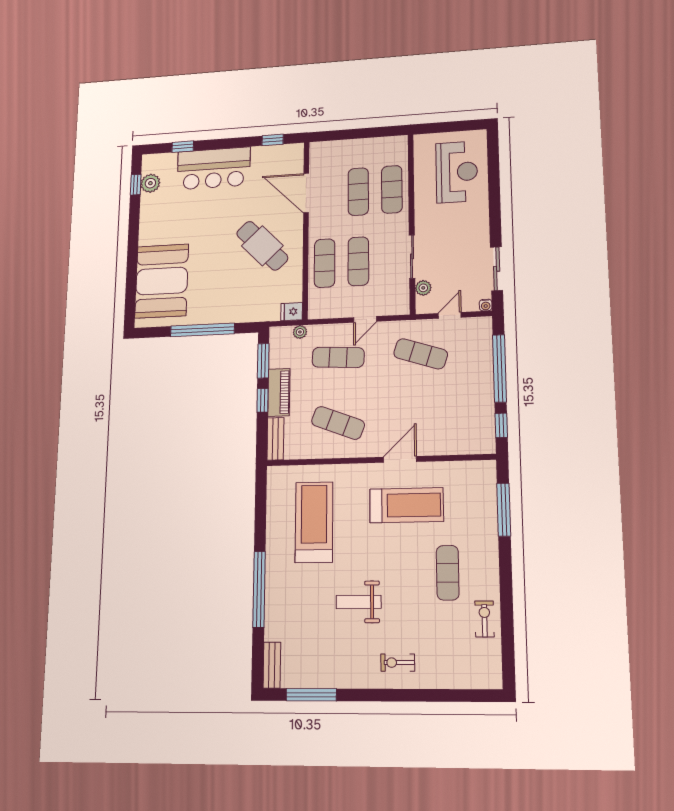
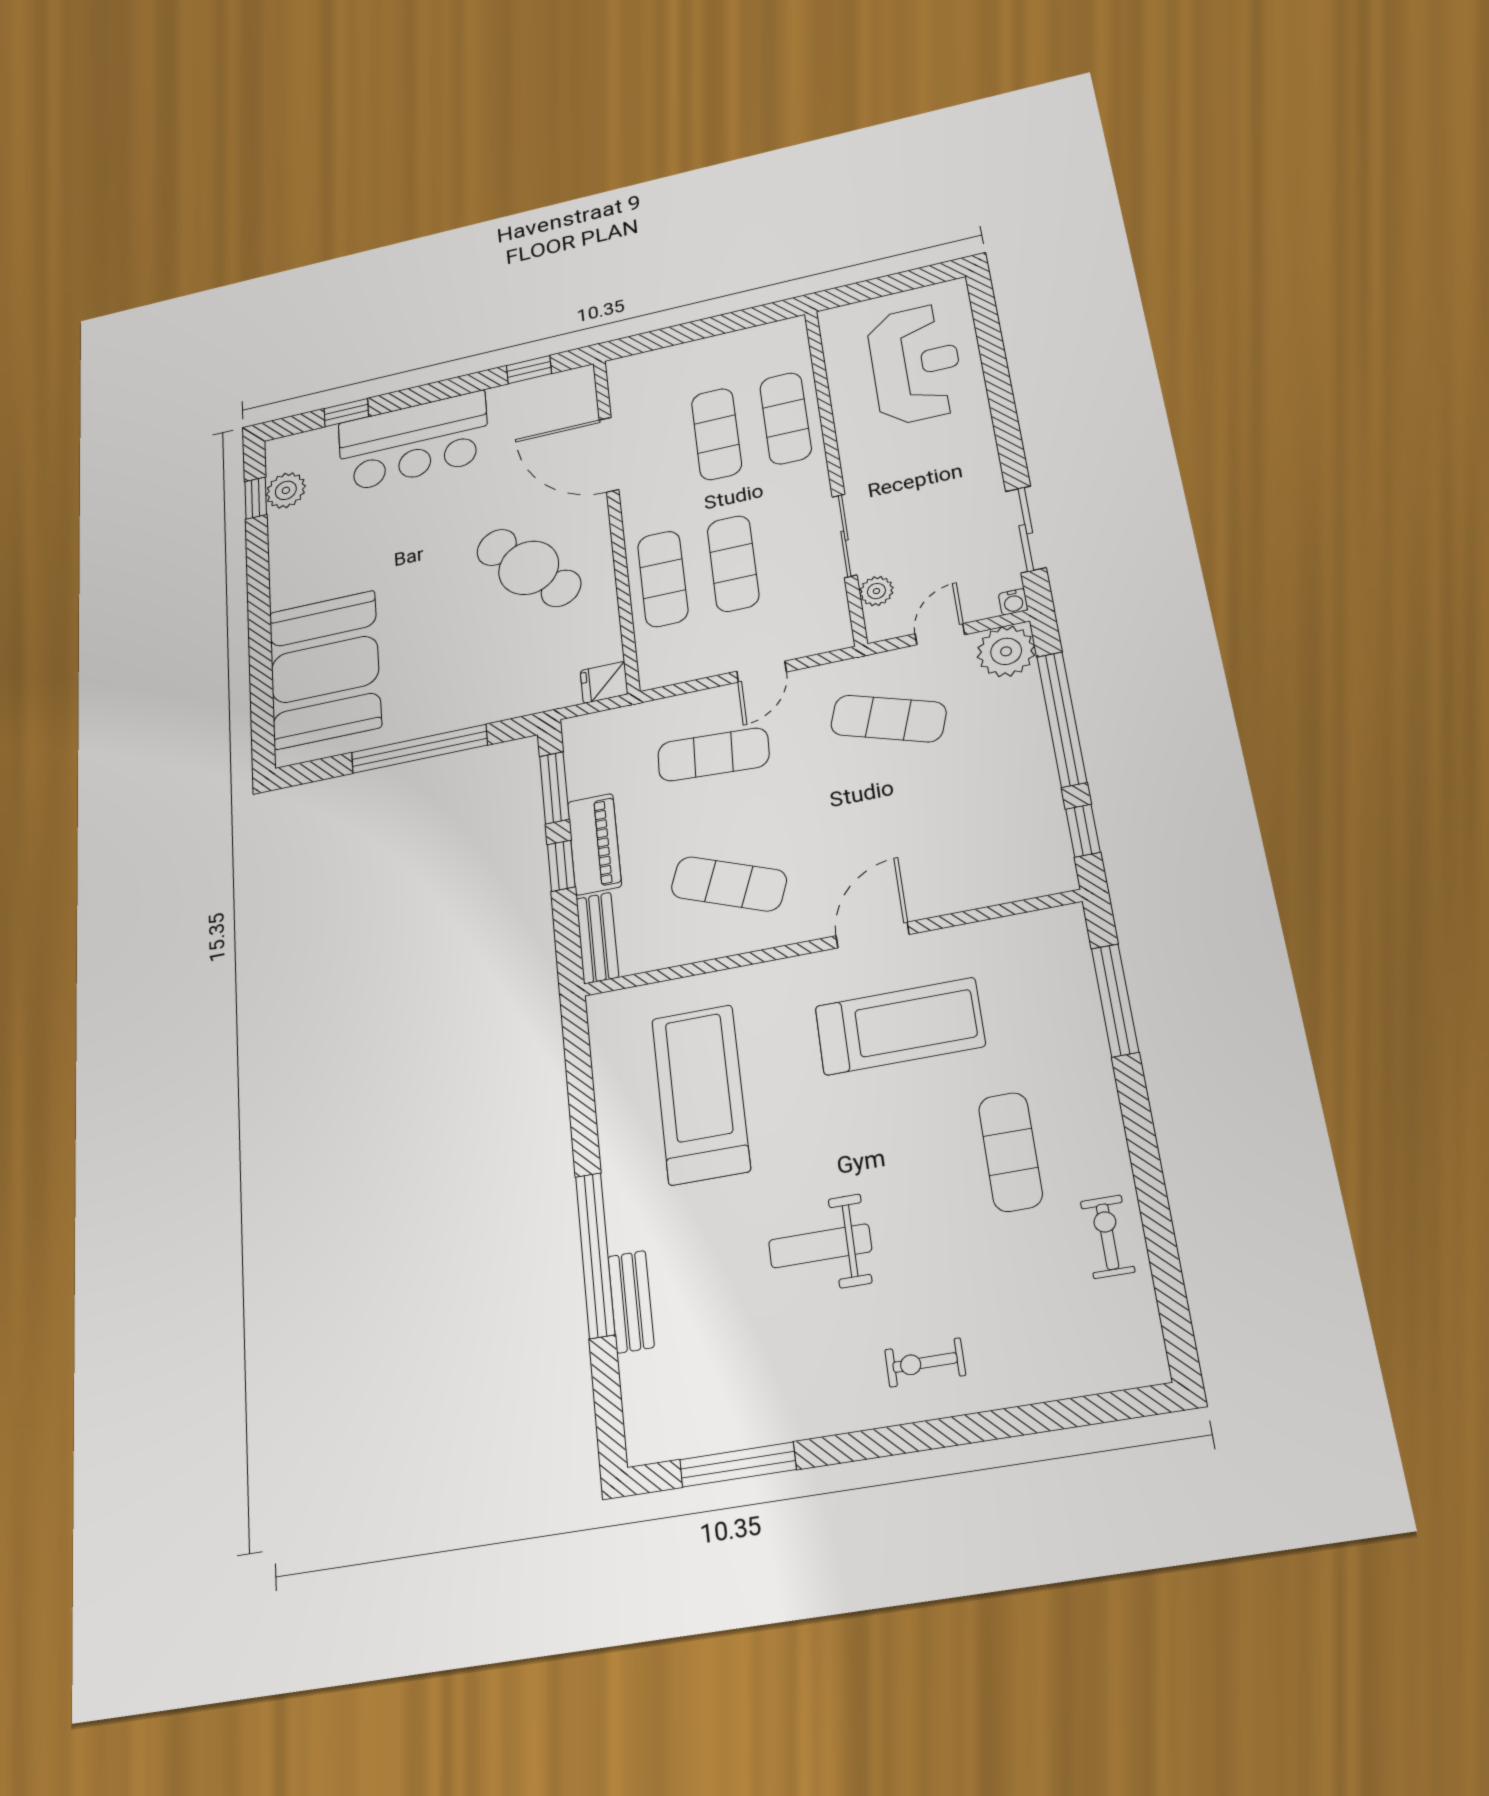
plant: (300, 332) -> (1006, 651), moved, width x1.88, depth x1.88
bench: (272, 665) -> (631, 1302), moved

